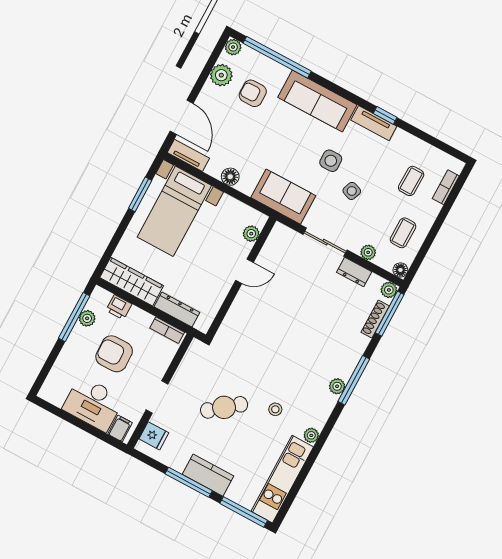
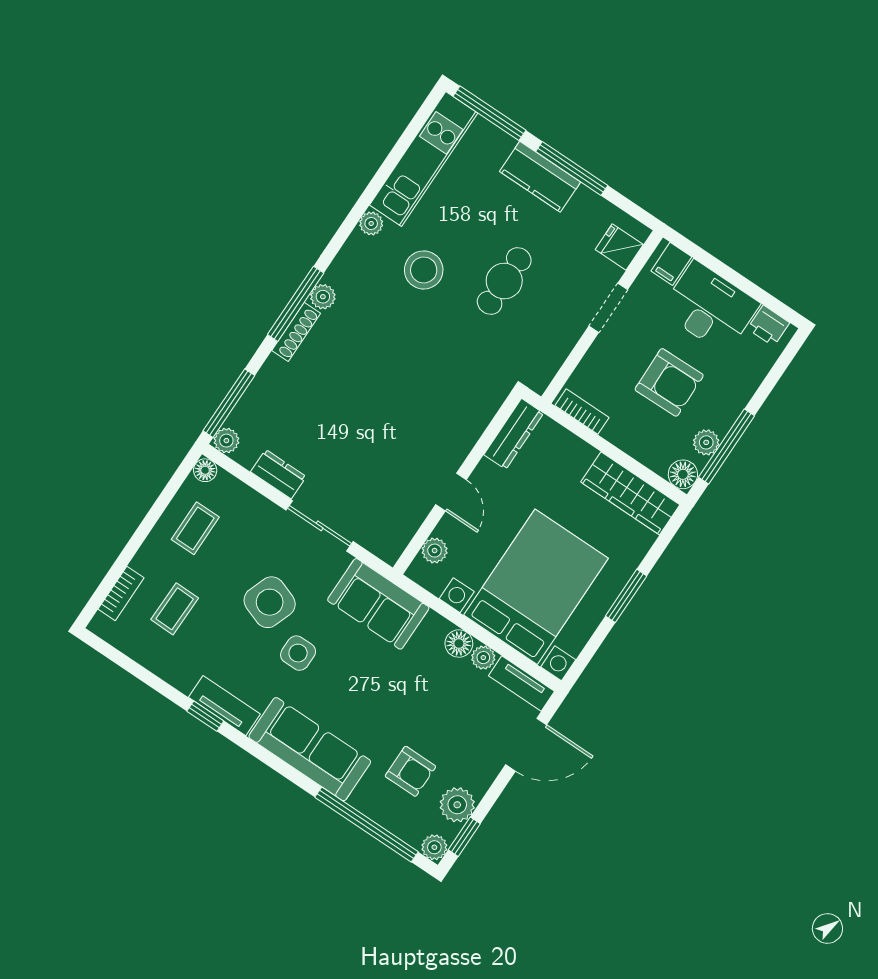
window: (215, 55) -> (464, 837), added
door: (182, 117) -> (526, 745), swing flipped
side table: (352, 191) -> (270, 602), width x1.87, depth x1.87
window: (140, 194) -> (626, 596), moved
bed with nightstands: (174, 211) -> (536, 587), width x1.36
plant: (368, 252) -> (483, 658), moved
door: (244, 271) -> (451, 492), swing flipped
floor lamp: (100, 297) -> (683, 474), added
printer: (119, 307) -> (768, 326), moved, turned 180
dresser: (177, 310) -> (514, 434), moved, turned -90
shoe rack: (375, 319) -> (296, 332), moved
cafe table: (224, 407) -> (504, 281), turned -51
stool: (275, 409) -> (424, 270), width x1.89, depth x1.89

